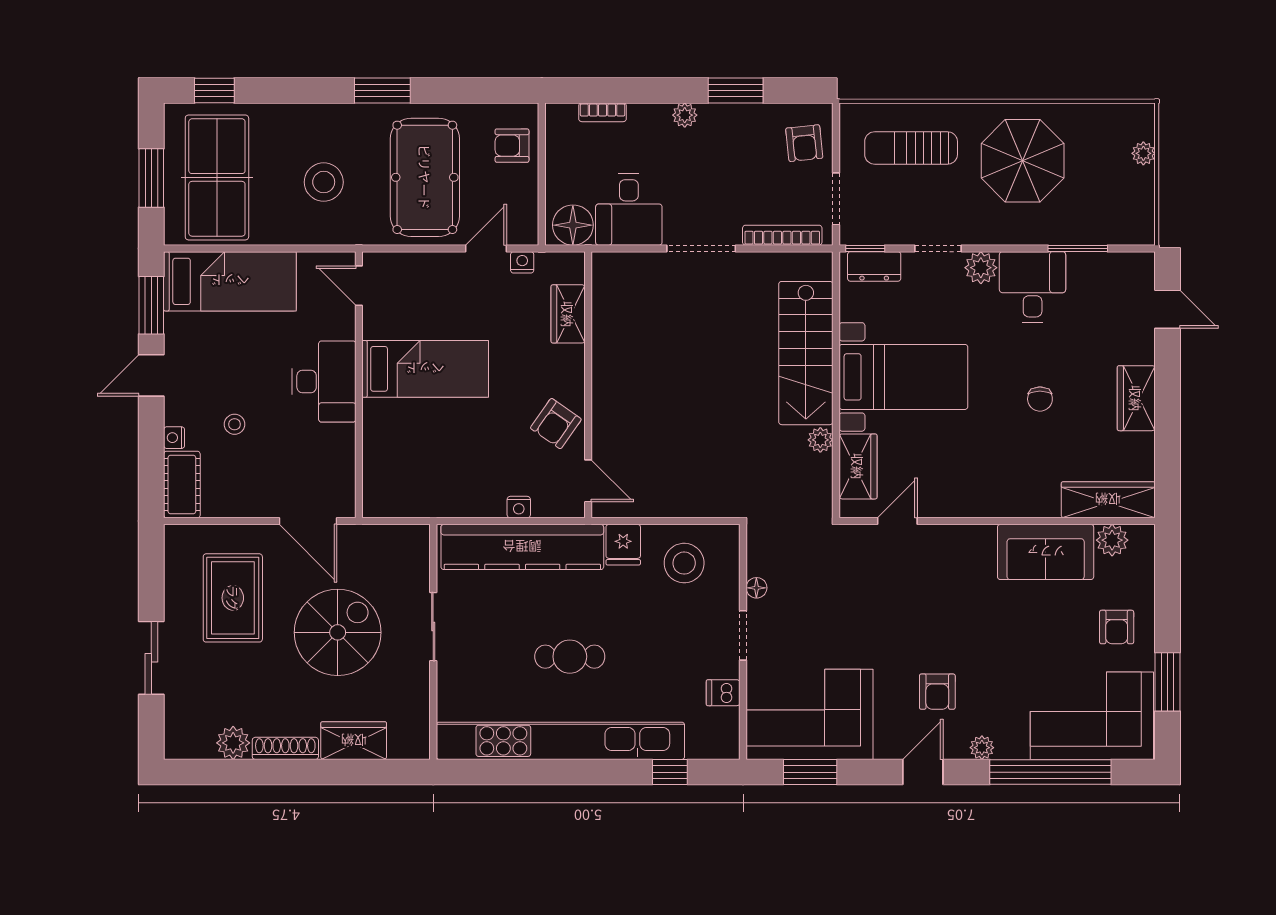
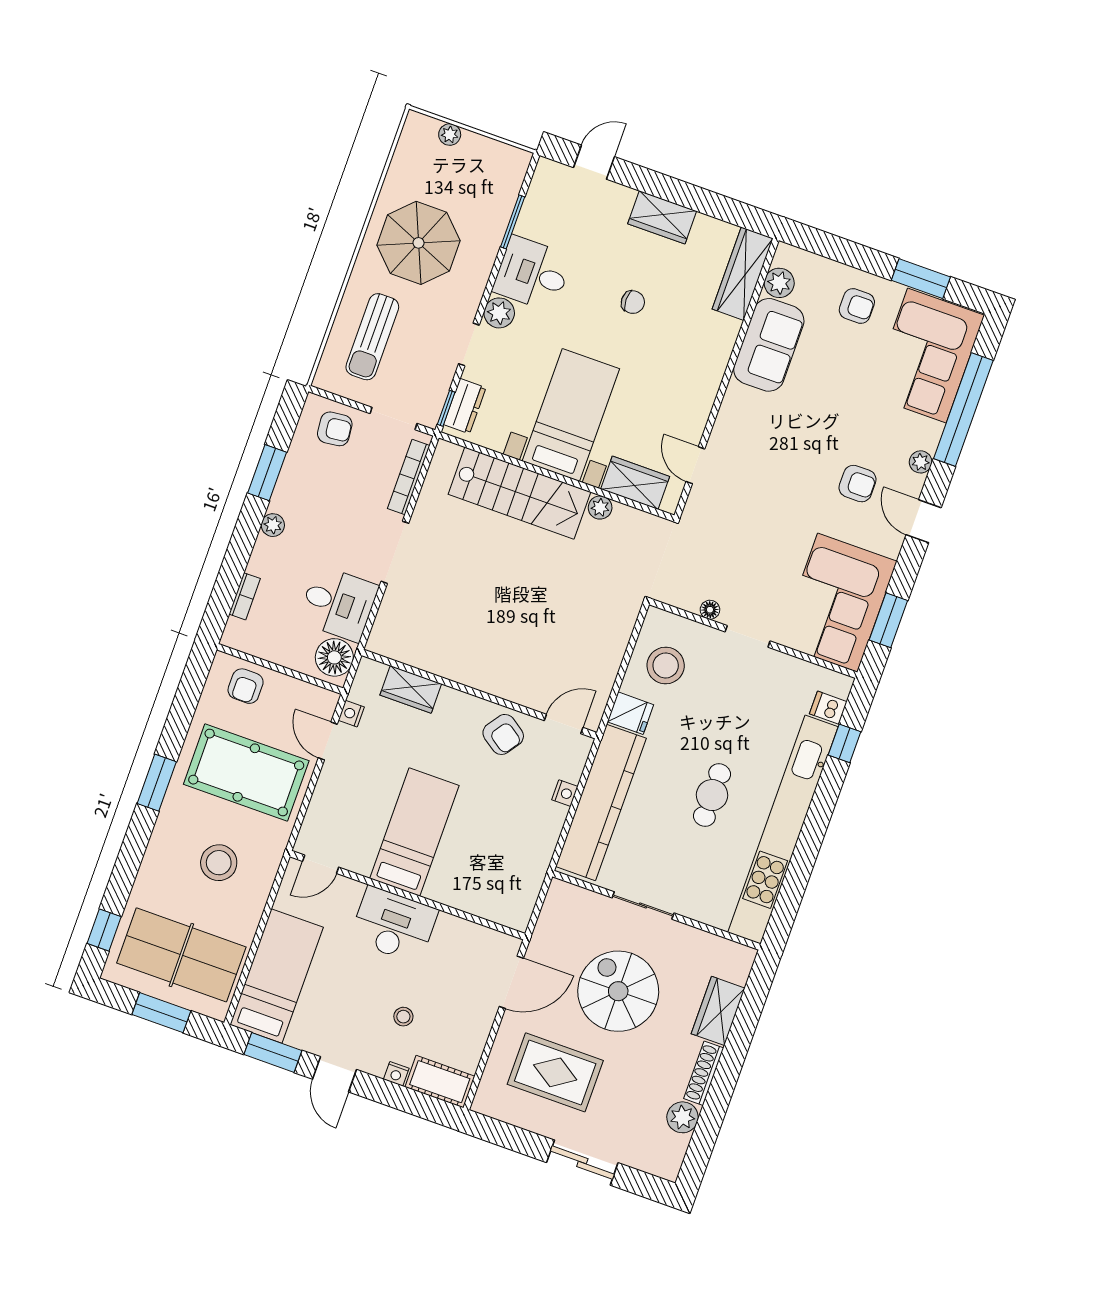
dishwasher: (723, 693) -> (828, 708), moved, turned 90

